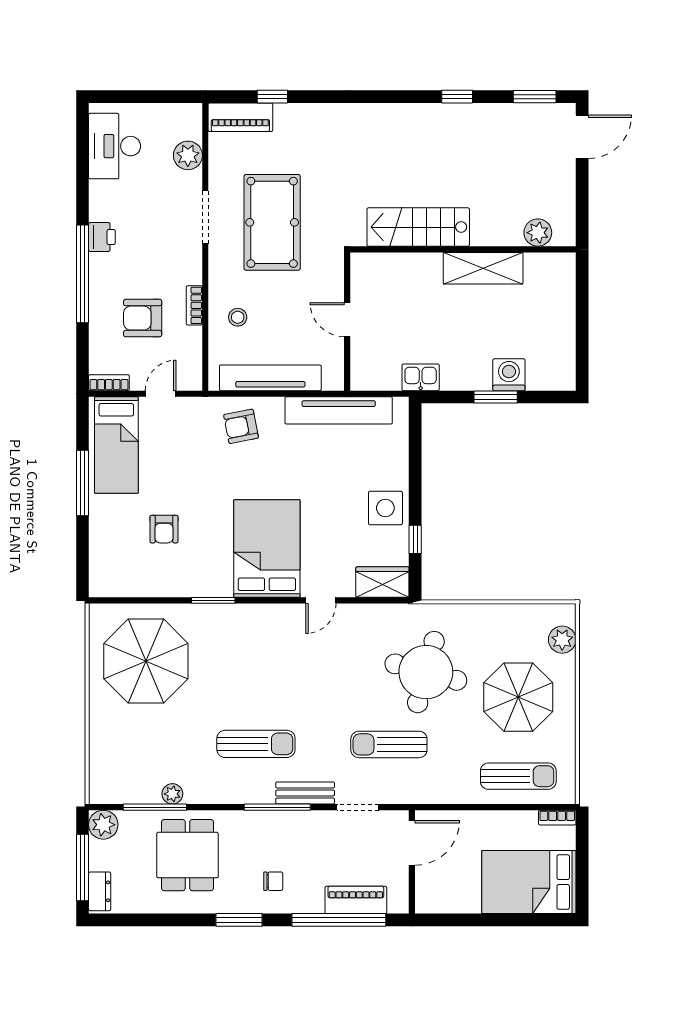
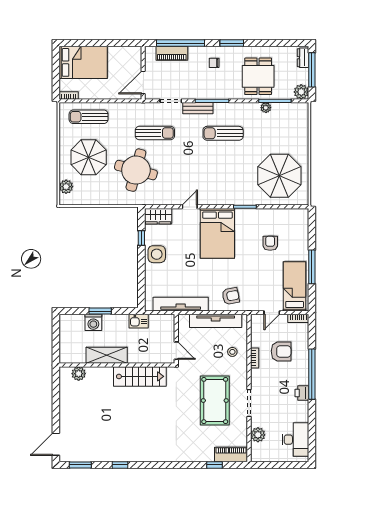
stairs: (418, 227) -> (140, 376), moved
plant: (538, 233) -> (79, 374), moved
wall: (463, 249) -> (117, 365), moved
shelving: (483, 268) -> (107, 355), moved

